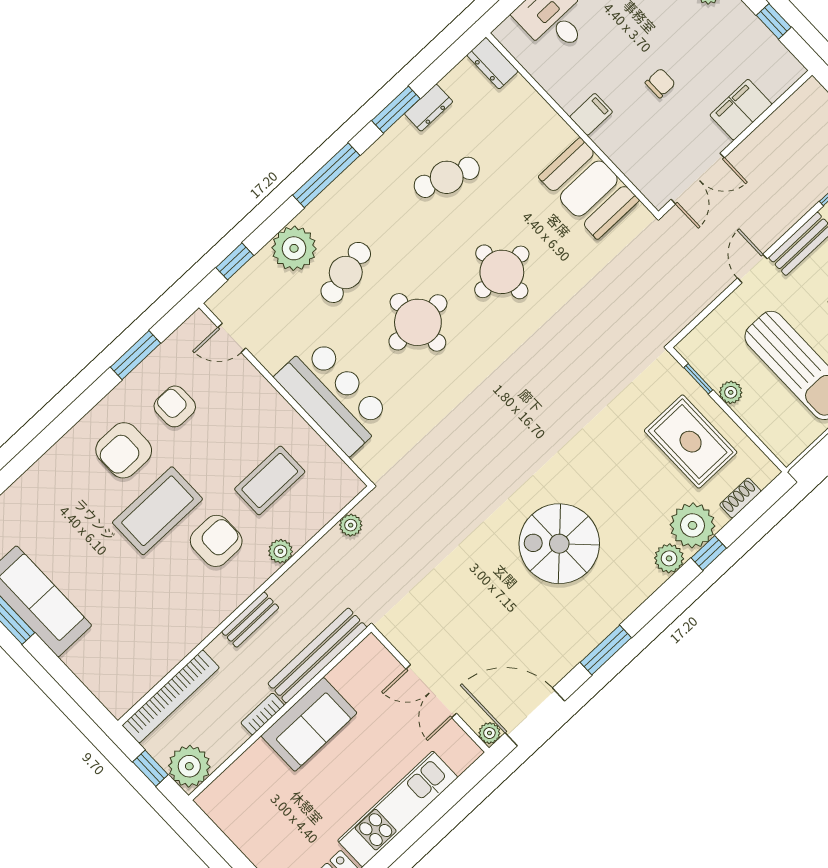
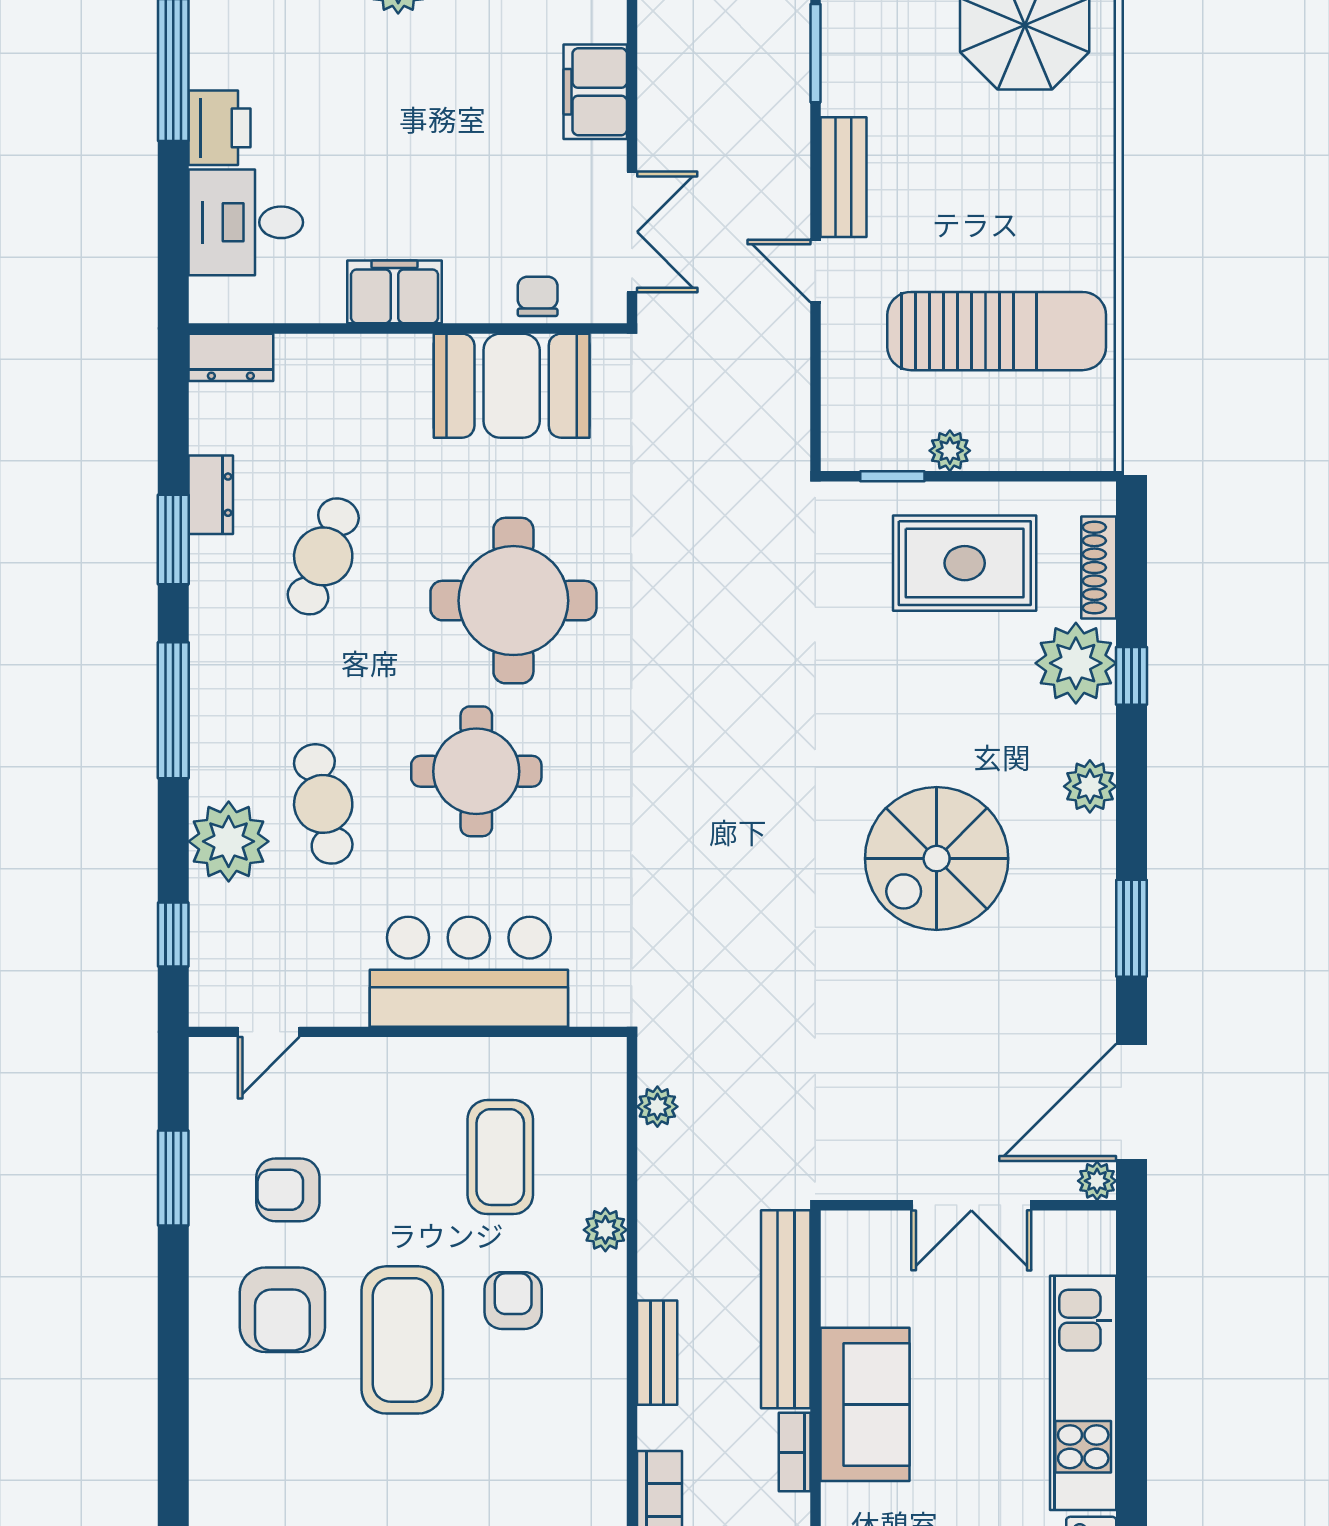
chair: (660, 83) -> (538, 296), moved
filing cabinet: (591, 114) -> (395, 292), width x2.00
round table: (502, 272) -> (513, 601), width x1.36, depth x1.36
shoe rack: (740, 498) -> (1099, 568), width x1.43
armchair: (216, 541) -> (513, 1301), width x0.72, depth x0.72
plant: (669, 558) -> (1090, 786), moved

